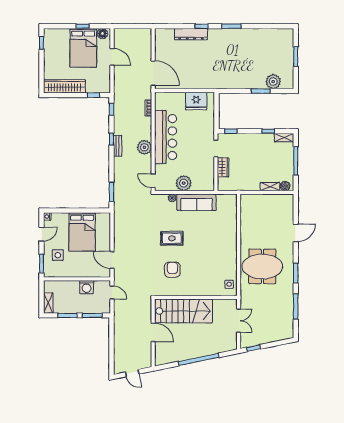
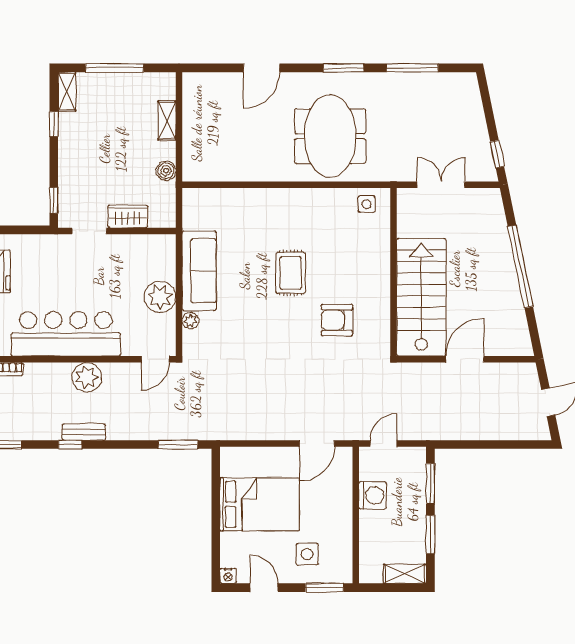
boiler: (285, 186) -> (166, 171), moved
door: (296, 233) -> (262, 68), swing flipped
rug: (172, 238) -> (291, 273), moved

